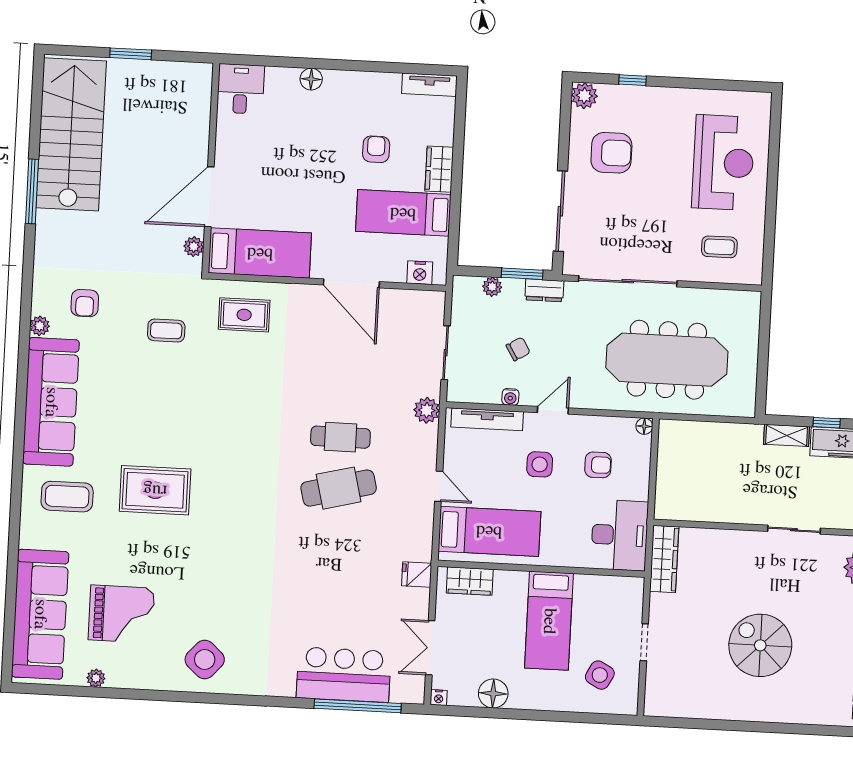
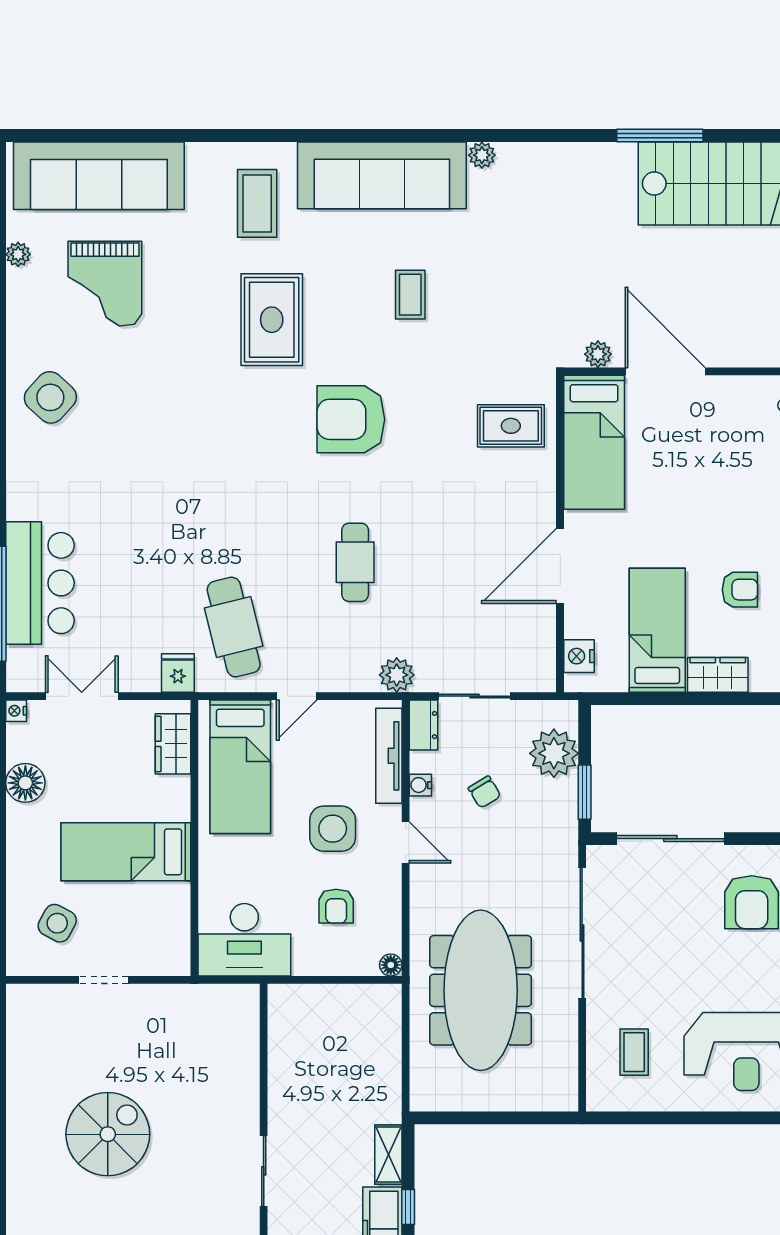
plant: (492, 287) -> (554, 753), width x1.88, depth x1.88
dresser: (544, 290) -> (423, 725), moved, turned 180
armchair: (85, 303) -> (351, 419), moved, width x1.88, depth x1.88
rug: (244, 315) -> (511, 426), turned 90
coffee table: (166, 331) -> (410, 295), moved
side table: (540, 464) -> (333, 829), width x1.37, depth x1.37
cafe table: (339, 488) -> (234, 627), moved
wardrobe: (664, 559) -> (216, 1001), removed

